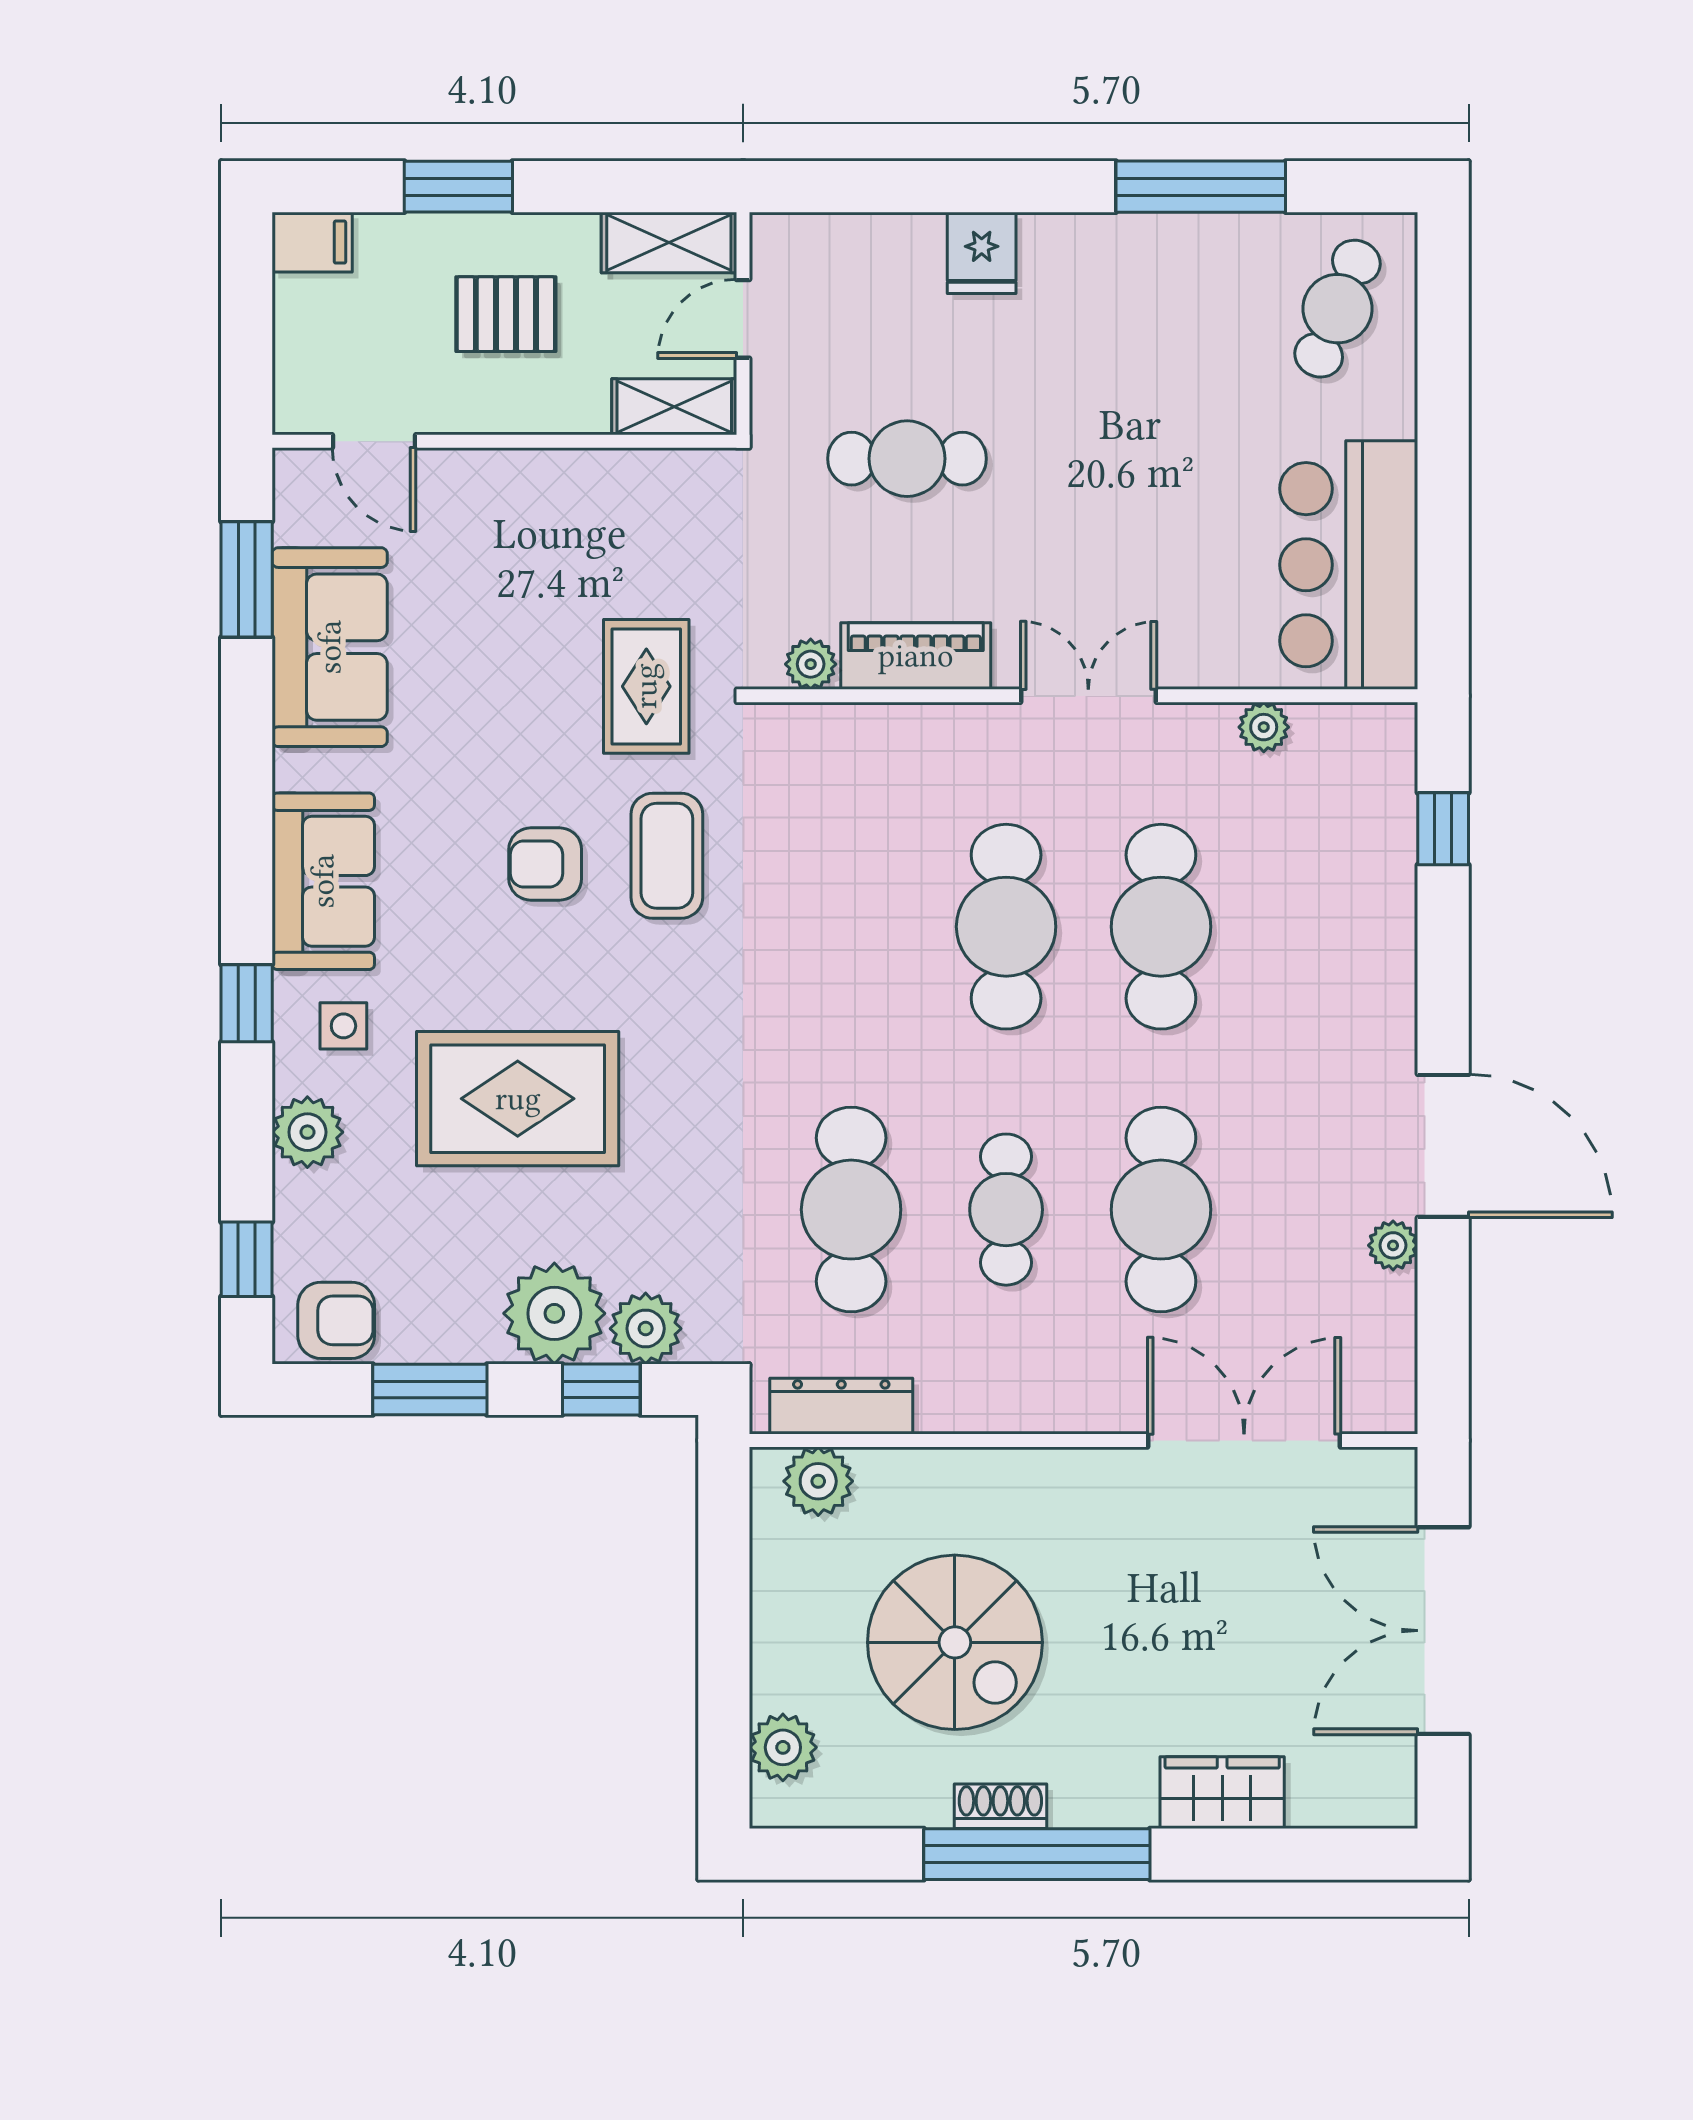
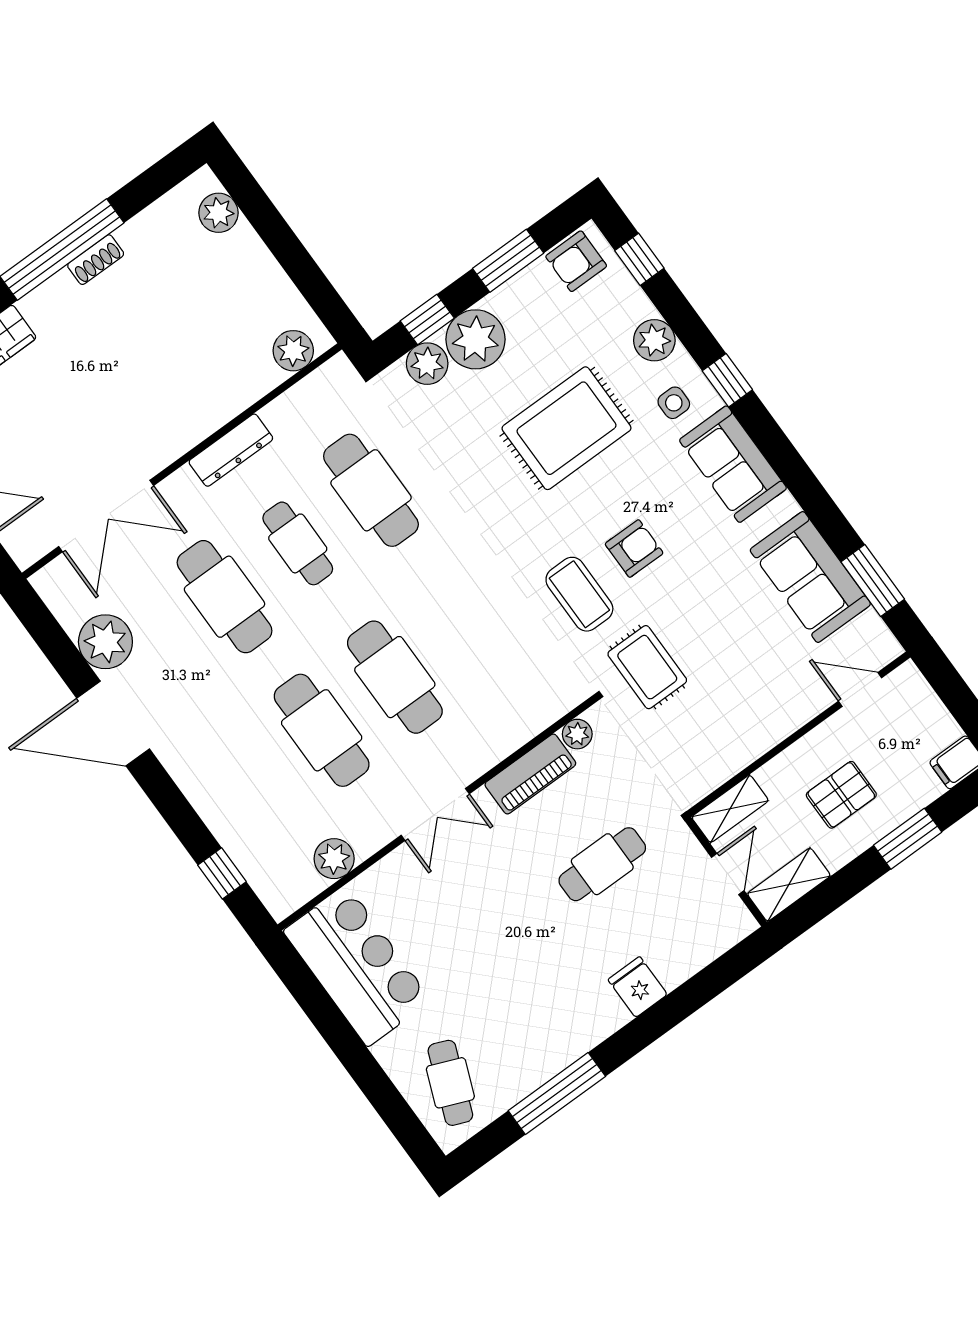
plant: (1264, 727) -> (334, 859), width x1.38, depth x1.38
plant: (1393, 1245) -> (105, 642), width x1.88, depth x1.88
dresser: (841, 1406) -> (231, 450), moved
spiral stairs: (955, 1642) -> (173, 321), removed

